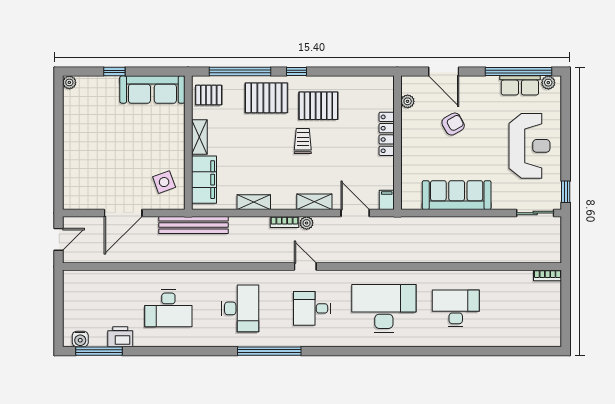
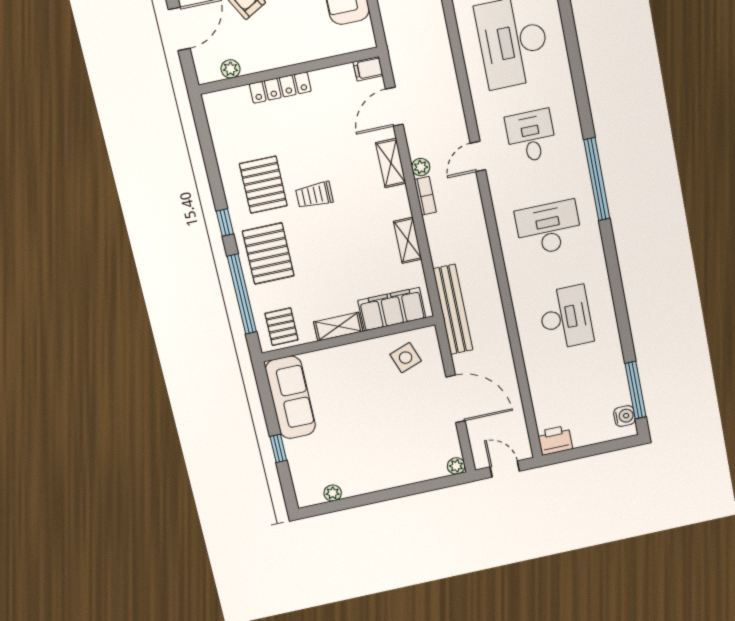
plant: (69, 82) -> (333, 493), moved
plant: (69, 203) -> (456, 466), added
desk: (312, 308) -> (531, 136), turned 180
printer: (120, 337) -> (555, 440), moved, turned 90

